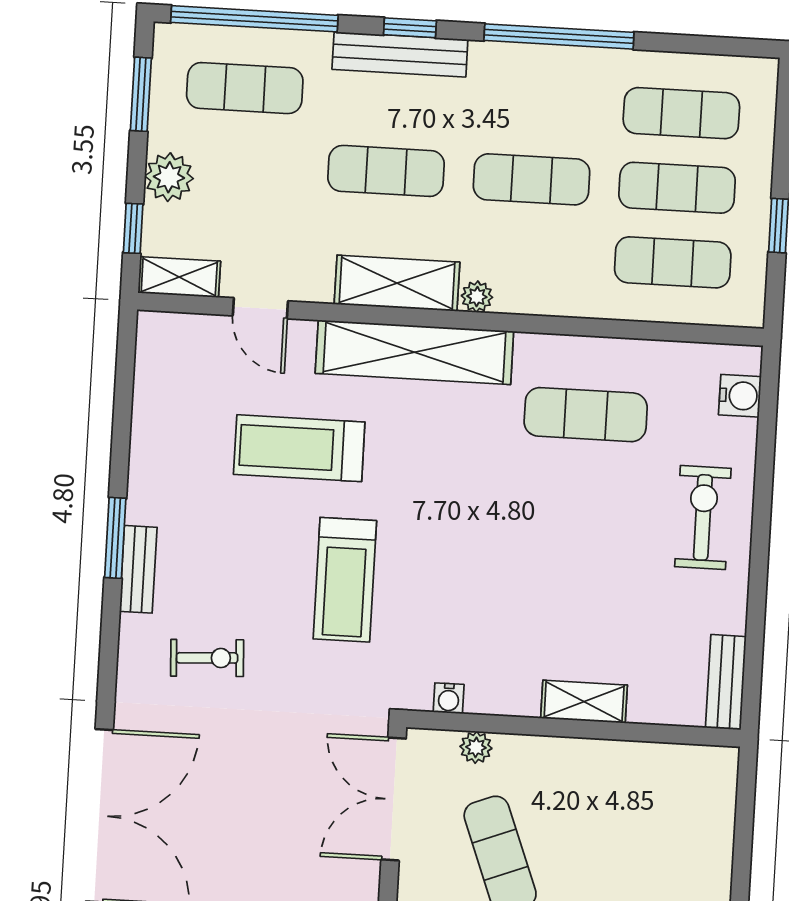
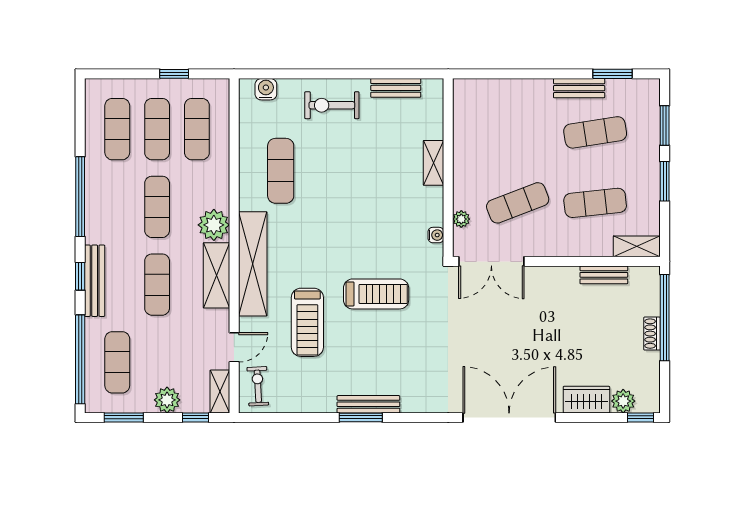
plant: (477, 297) -> (214, 225), width x1.87, depth x1.87
bench: (138, 569) -> (368, 404), width x1.36
exercise bike: (207, 658) -> (258, 386), moved
bench: (726, 682) -> (396, 88), moved

